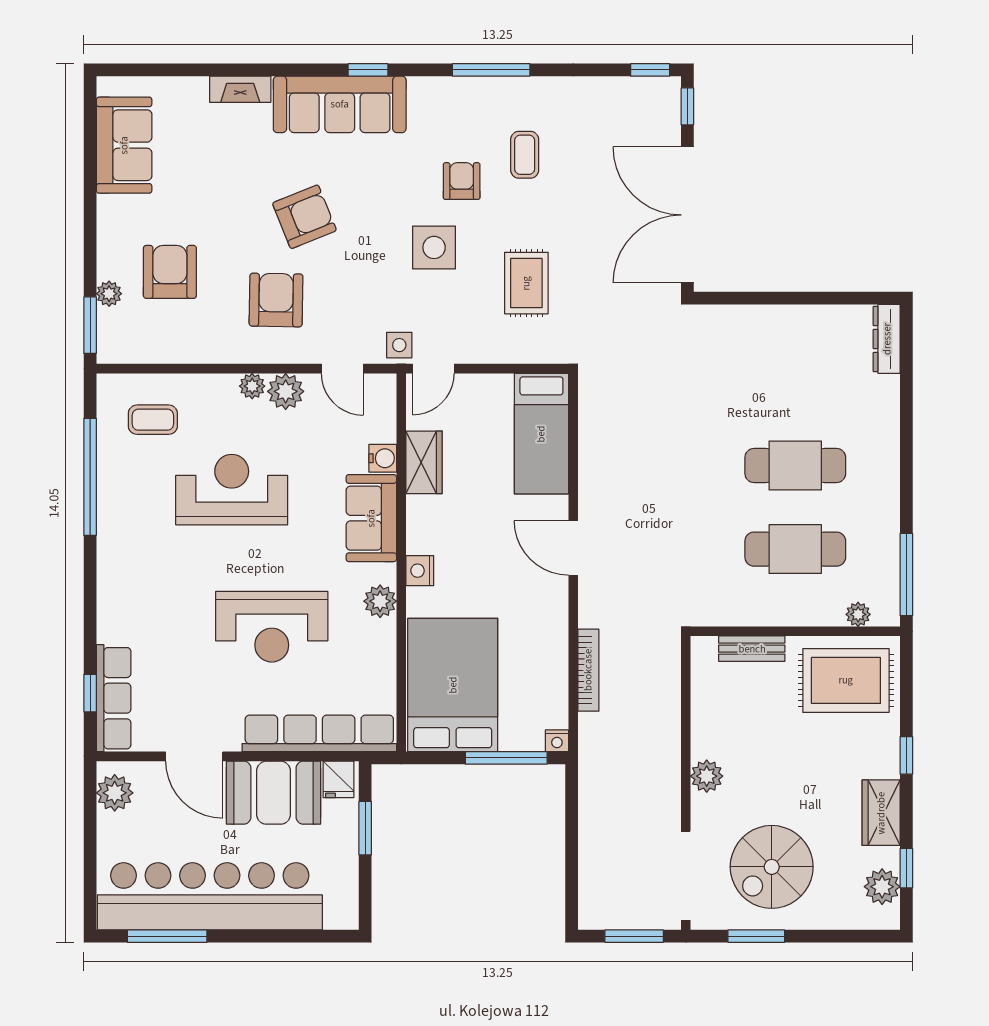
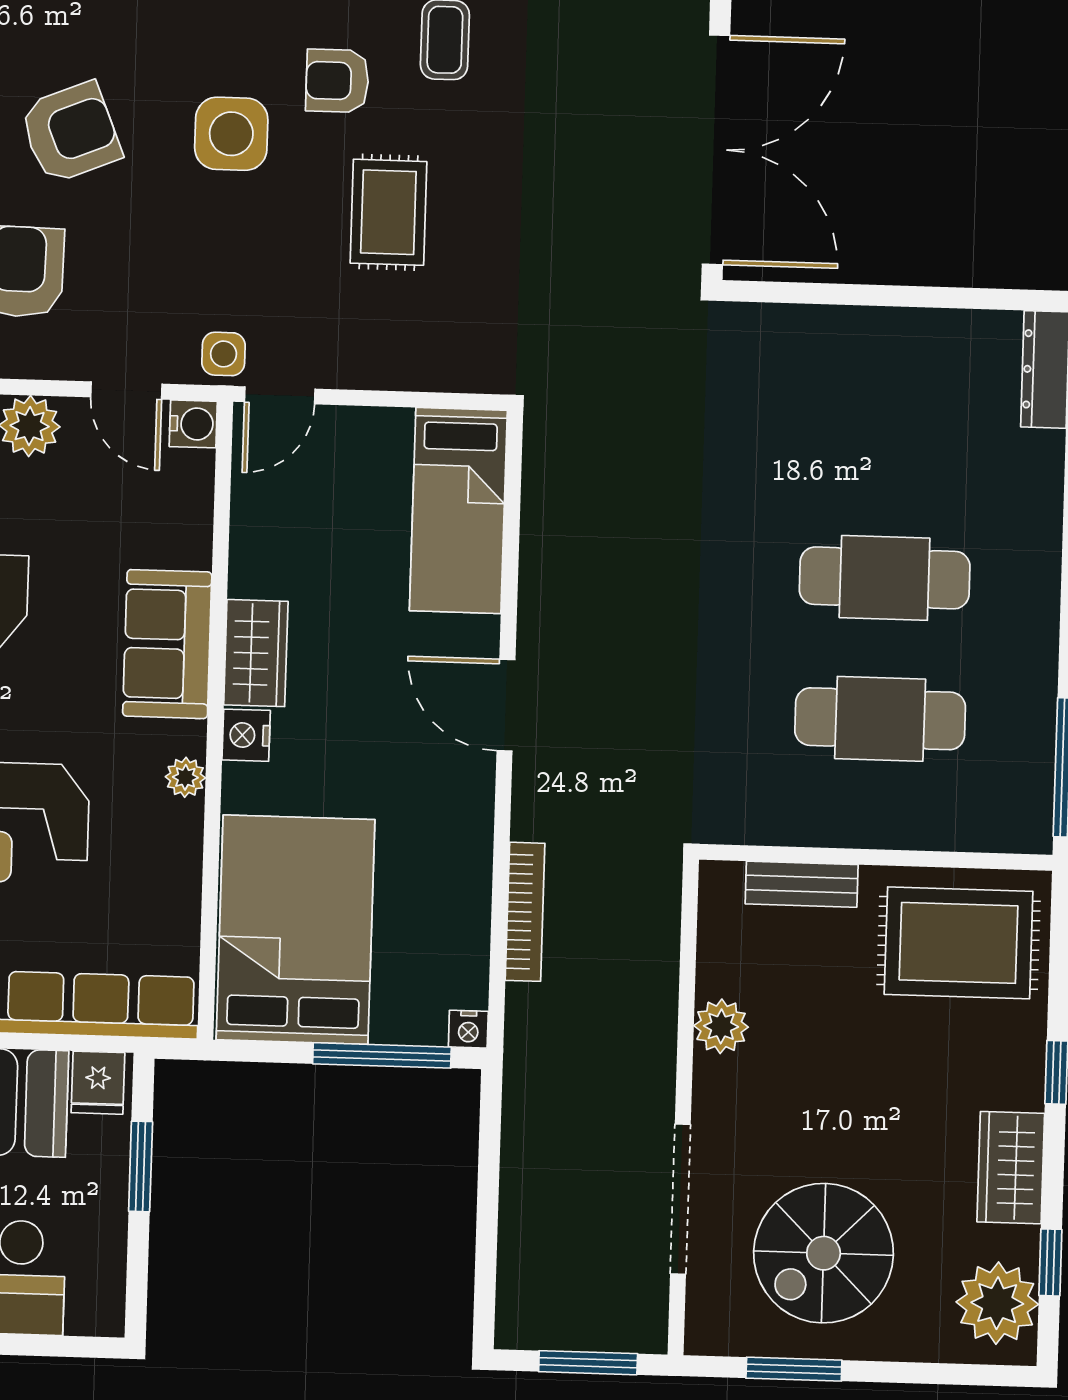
armchair: (462, 181) -> (337, 81), turned -90
double door: (687, 215) -> (716, 150), swing flipped
side table: (434, 247) -> (231, 134), moved
rug: (526, 283) -> (388, 212), moved
water cooler: (383, 458) -> (193, 424), moved
wardrobe: (424, 462) -> (256, 653), moved
plant: (380, 601) -> (185, 777), width x0.73, depth x0.73
plant: (858, 614) -> (983, 832), removed
plant: (707, 776) -> (721, 1026), moved
doorway: (686, 876) -> (680, 1199), moved
plant: (882, 887) -> (997, 1303), width x1.36, depth x1.36

